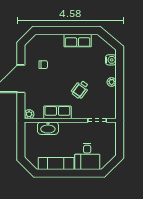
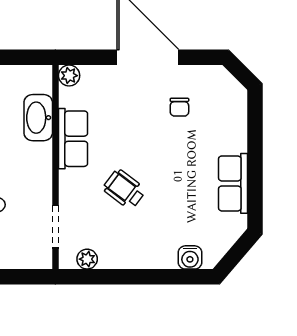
plant: (112, 82) -> (87, 259), moved

